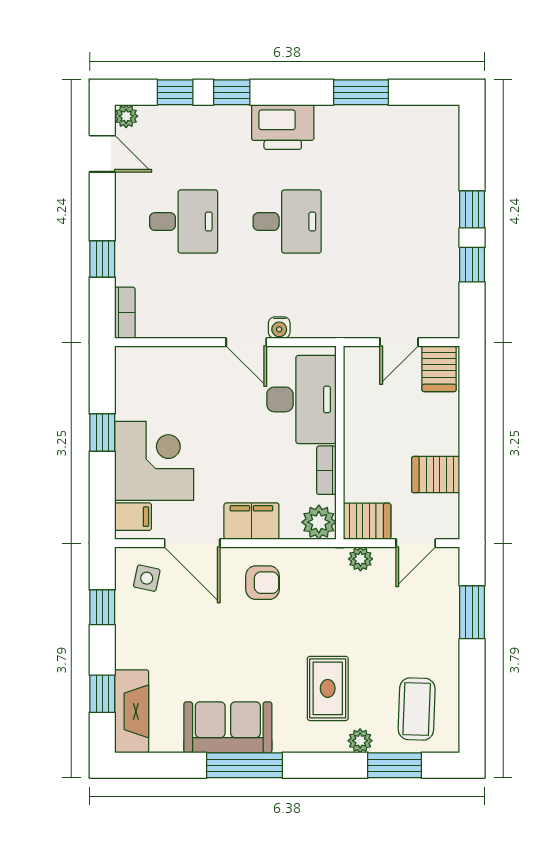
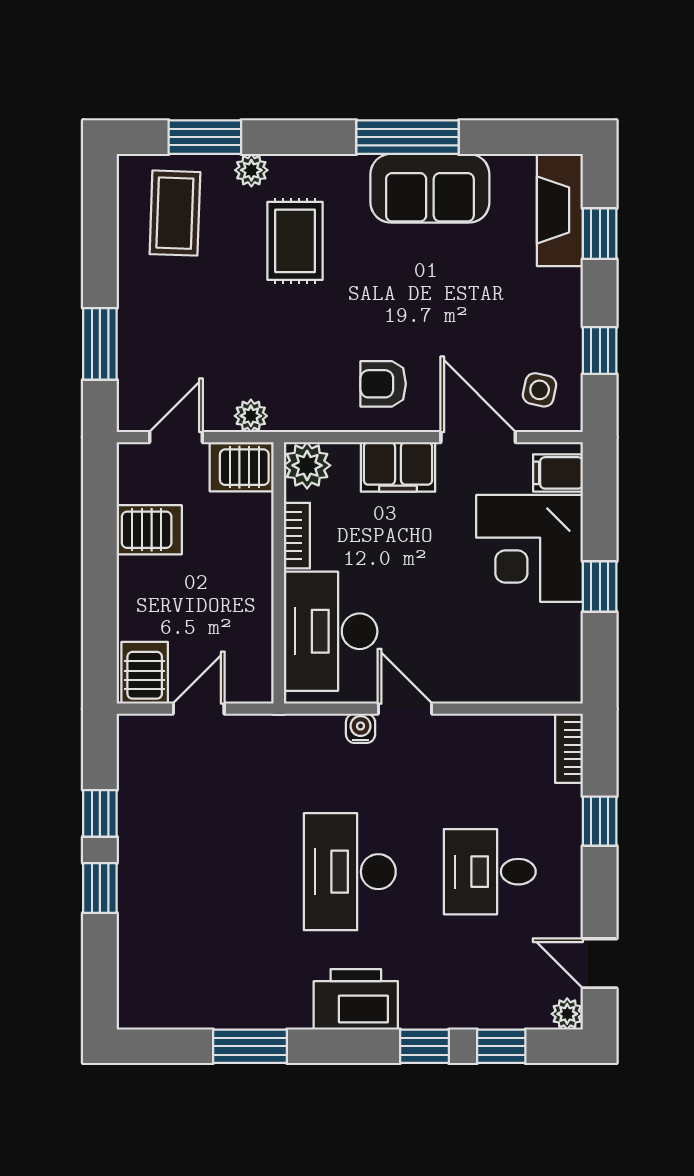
desk: (287, 222) -> (350, 872), width x1.37

